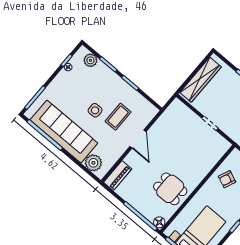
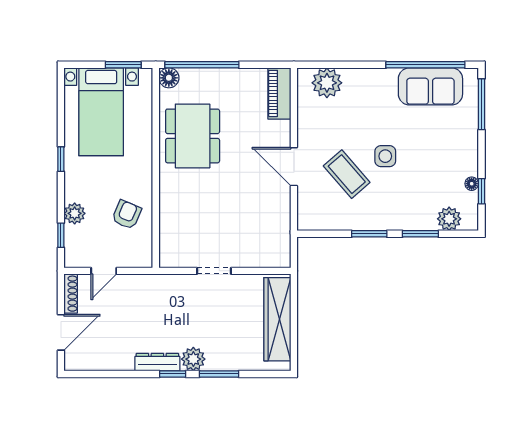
coffee table: (118, 117) -> (347, 174), turned -41
sofa: (64, 132) -> (430, 86), width x0.54, depth x0.79
dining table: (170, 189) -> (193, 136), width x1.38

